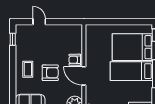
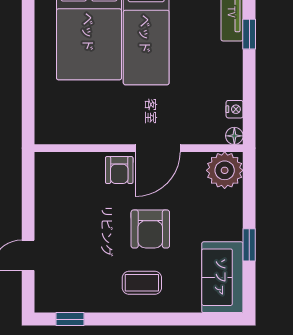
armchair: (50, 73) -> (150, 229), turned 180

